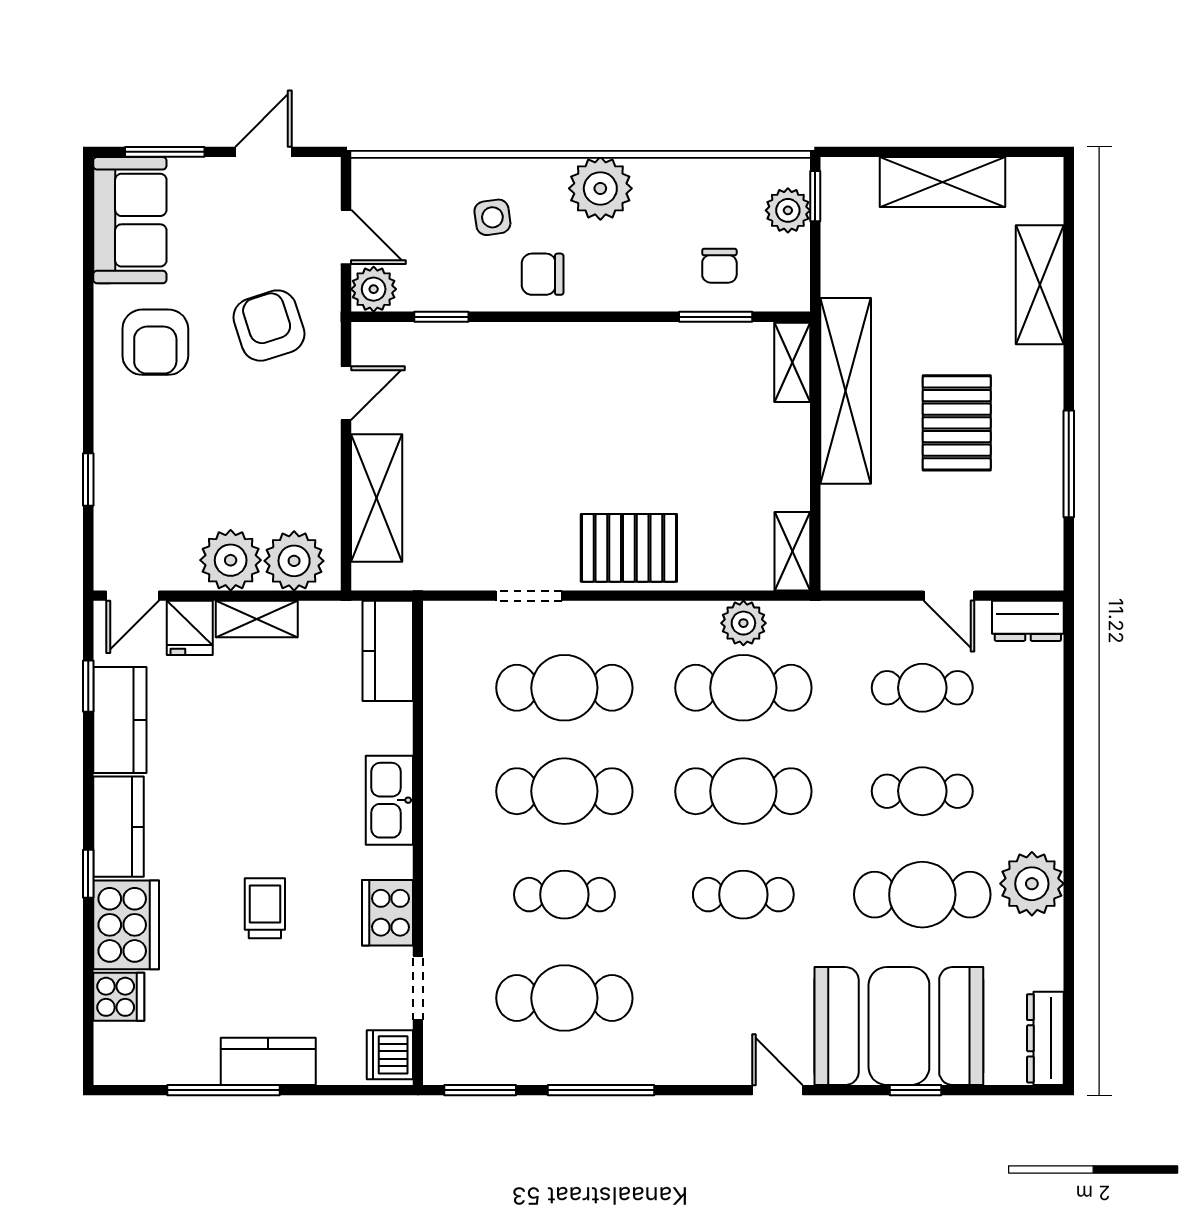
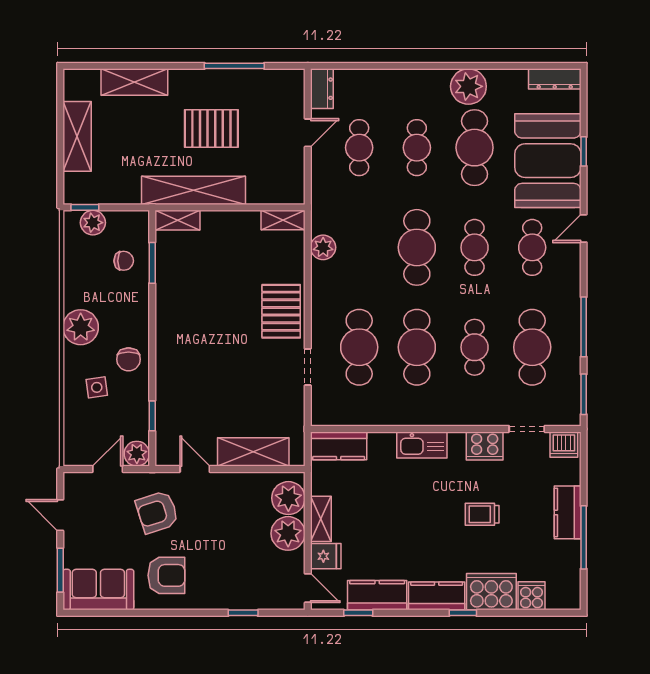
cafe table: (743, 688) -> (532, 247), moved, width x0.73, depth x0.74

